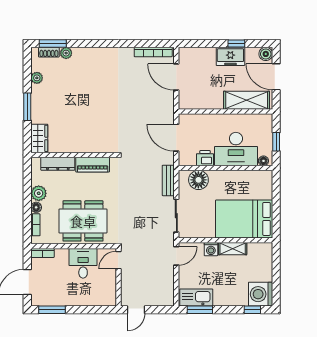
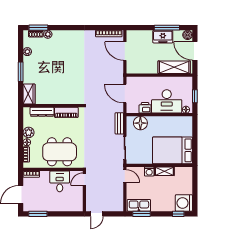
window: (236, 44) -> (167, 28), width x2.17
door: (176, 256) -> (125, 176), hinge flipped

